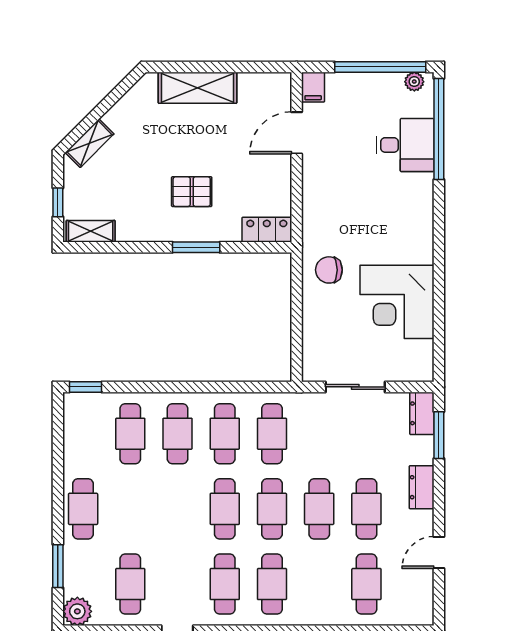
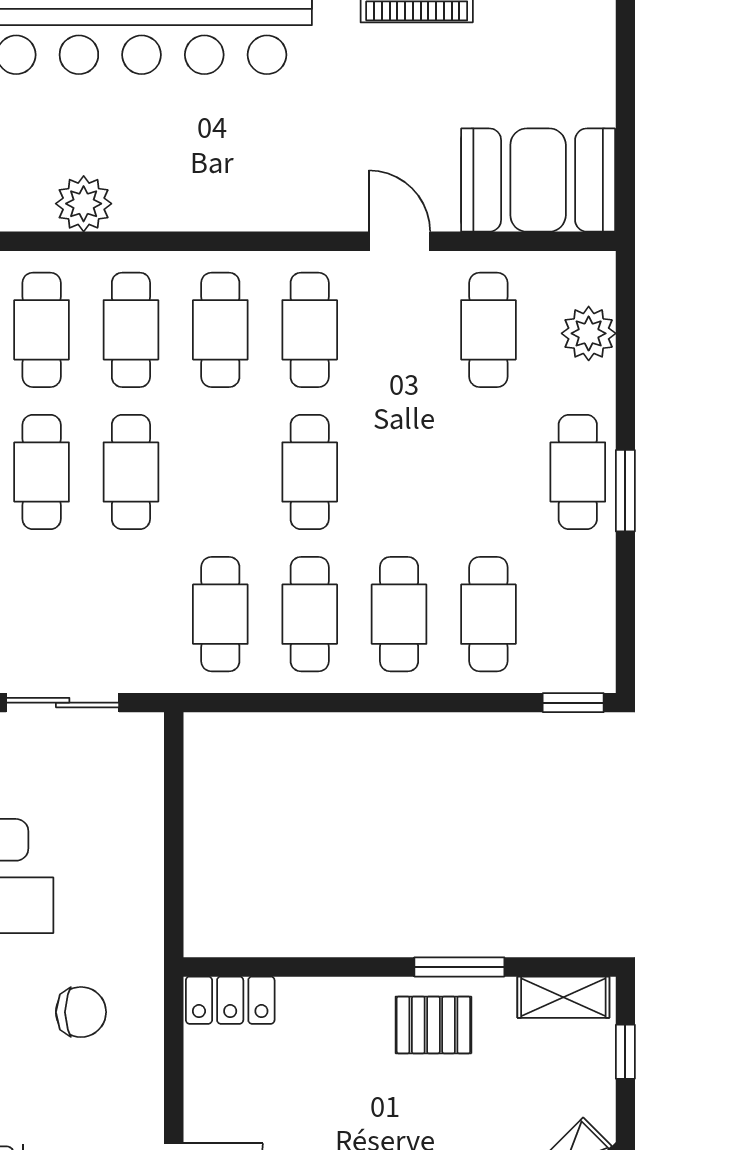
pallet: (192, 192) -> (433, 1025), moved
window: (196, 247) -> (459, 967), moved
chair: (329, 270) -> (81, 1012), moved
cafe table: (272, 509) -> (131, 330), moved
window: (58, 566) -> (625, 491), moved
plant: (77, 611) -> (589, 333), moved

